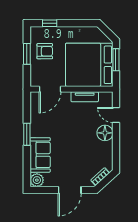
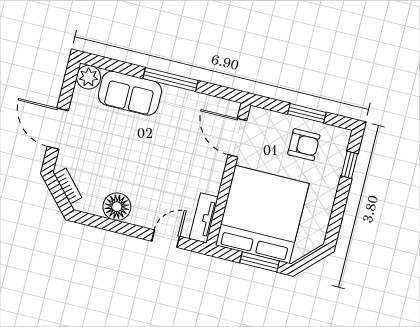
armchair: (45, 51) -> (304, 145), turned -90
tv unit: (85, 97) -> (204, 218), moved
floor lamp: (105, 133) -> (117, 207), moved
window: (27, 134) -> (171, 79), width x1.44

